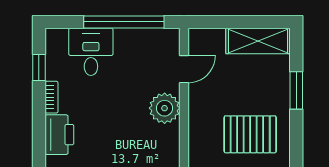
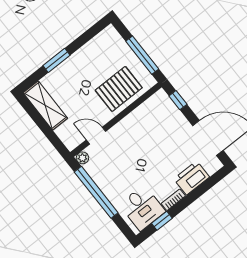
desk: (91, 52) -> (142, 208), moved, turned -90
plant: (165, 108) -> (82, 158), moved, width x0.53, depth x0.53
pallet: (250, 134) -> (119, 89), moved, turned 90

